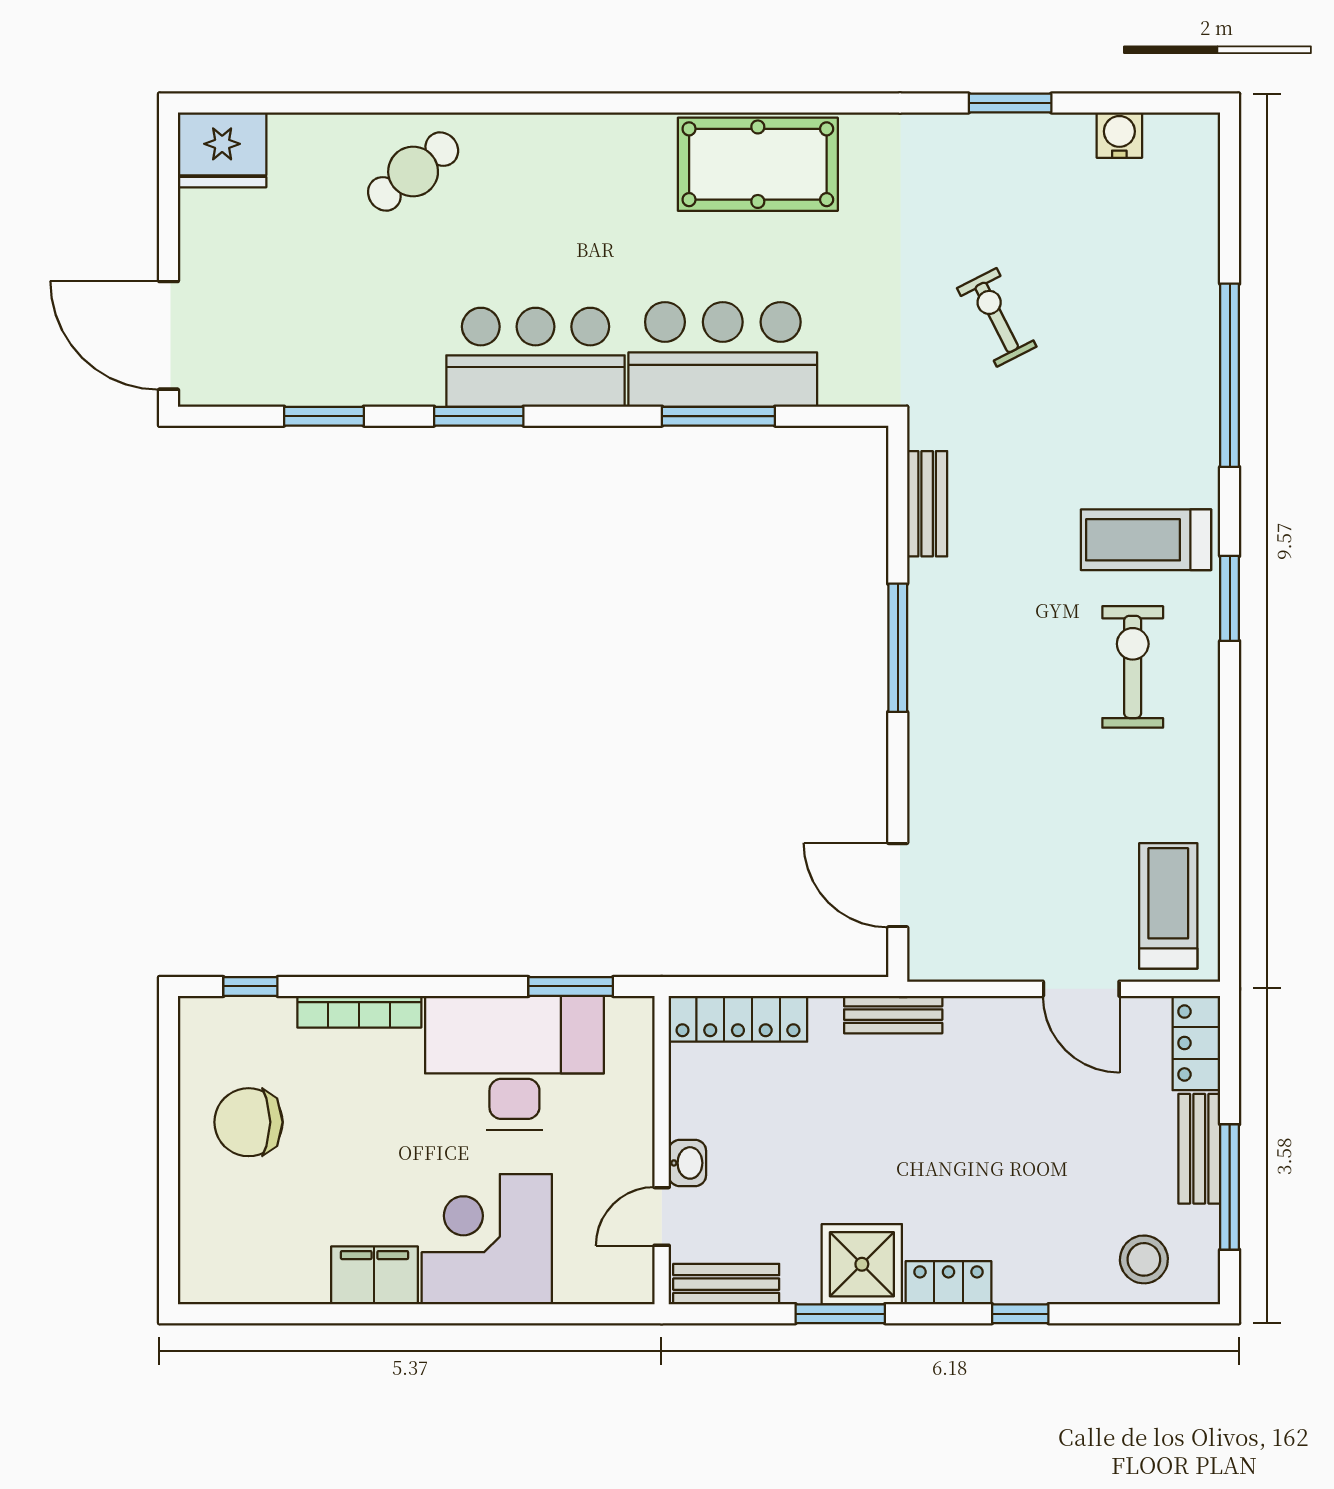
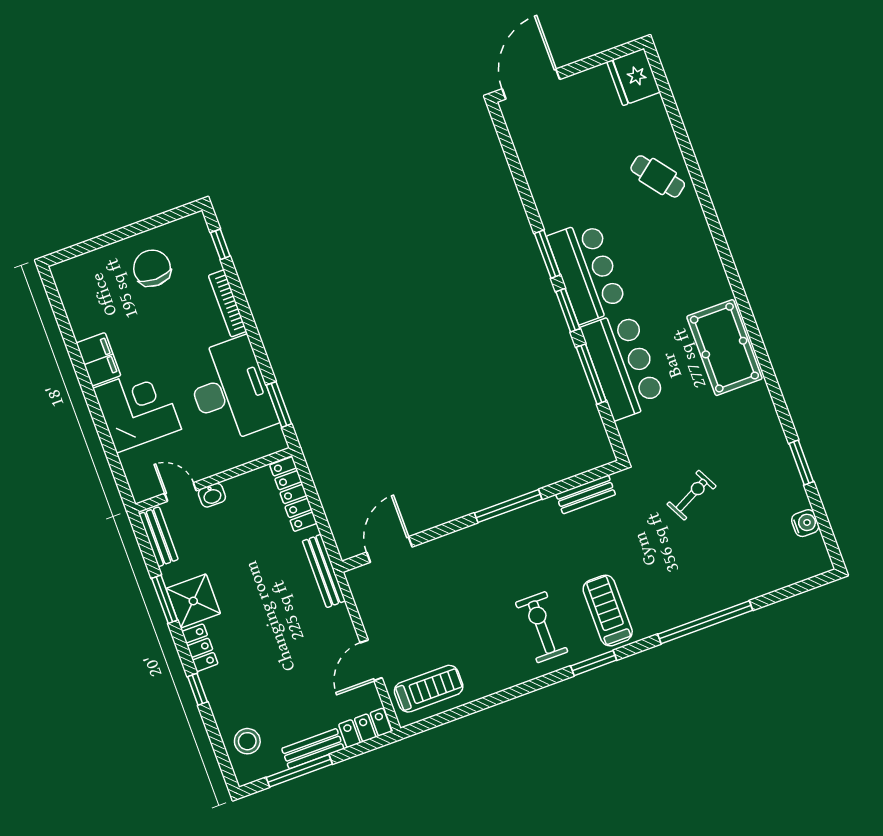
window: (324, 416) -> (568, 310), moved
exercise bike: (1133, 667) -> (542, 627), turned -90
bench: (893, 1015) -> (324, 571), width x1.36

